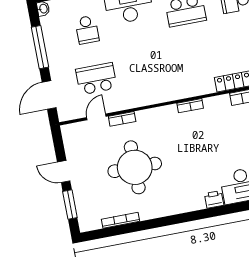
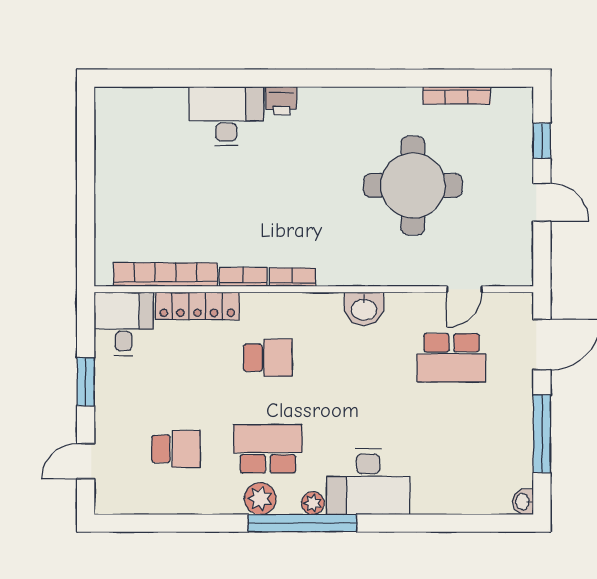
school desk: (87, 30) -> (268, 358), moved, turned 90
washbasin: (148, 96) -> (364, 309), added
bookcase: (122, 119) -> (243, 277), moved
window: (70, 205) -> (542, 141), width x0.67

